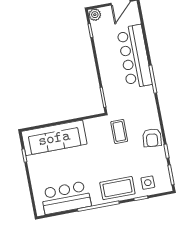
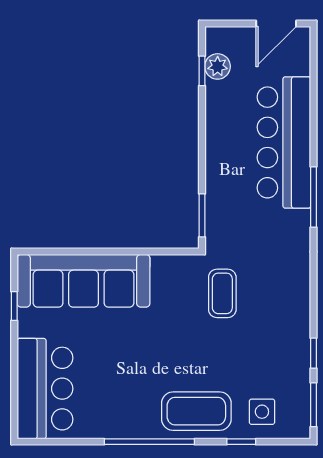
plant: (95, 15) -> (218, 66), moved
armchair: (152, 138) -> (288, 320), removed
bar counter: (66, 198) -> (45, 389), moved, turned 90

